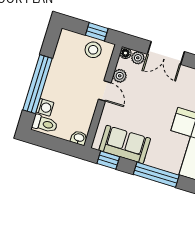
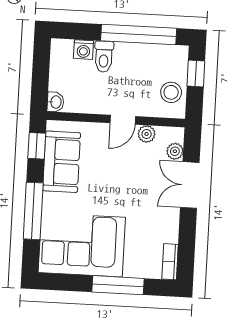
window: (97, 32) -> (196, 73), moved
floor lamp: (125, 53) -> (177, 134), removed
window: (38, 84) -> (139, 35), moved
toilet: (45, 124) -> (104, 57), moved

